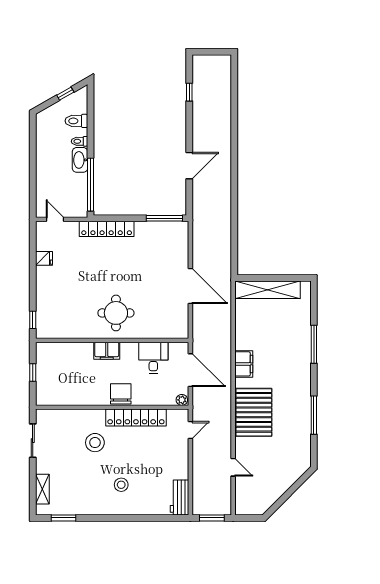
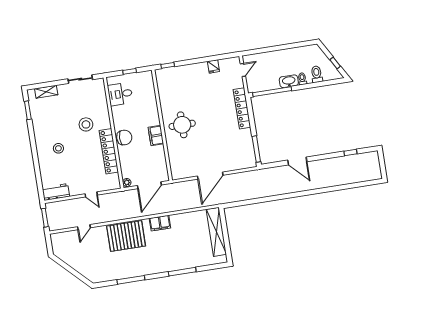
filing cabinet: (107, 351) -> (156, 136), moved
desk: (153, 358) -> (120, 94), moved, turned 180
door: (190, 430) -> (91, 194), moved

